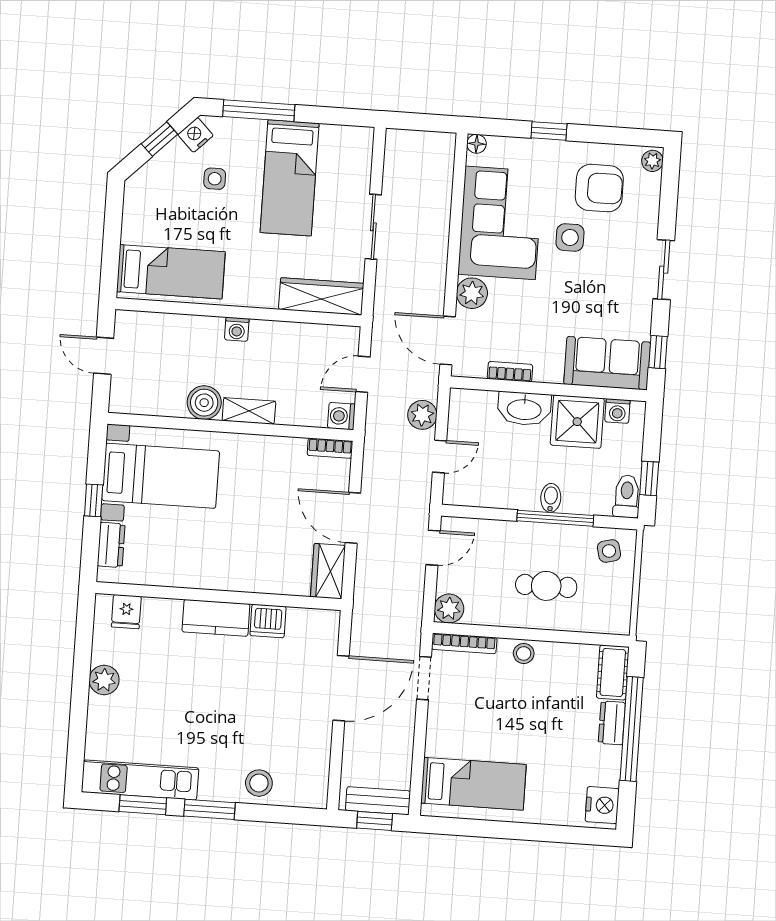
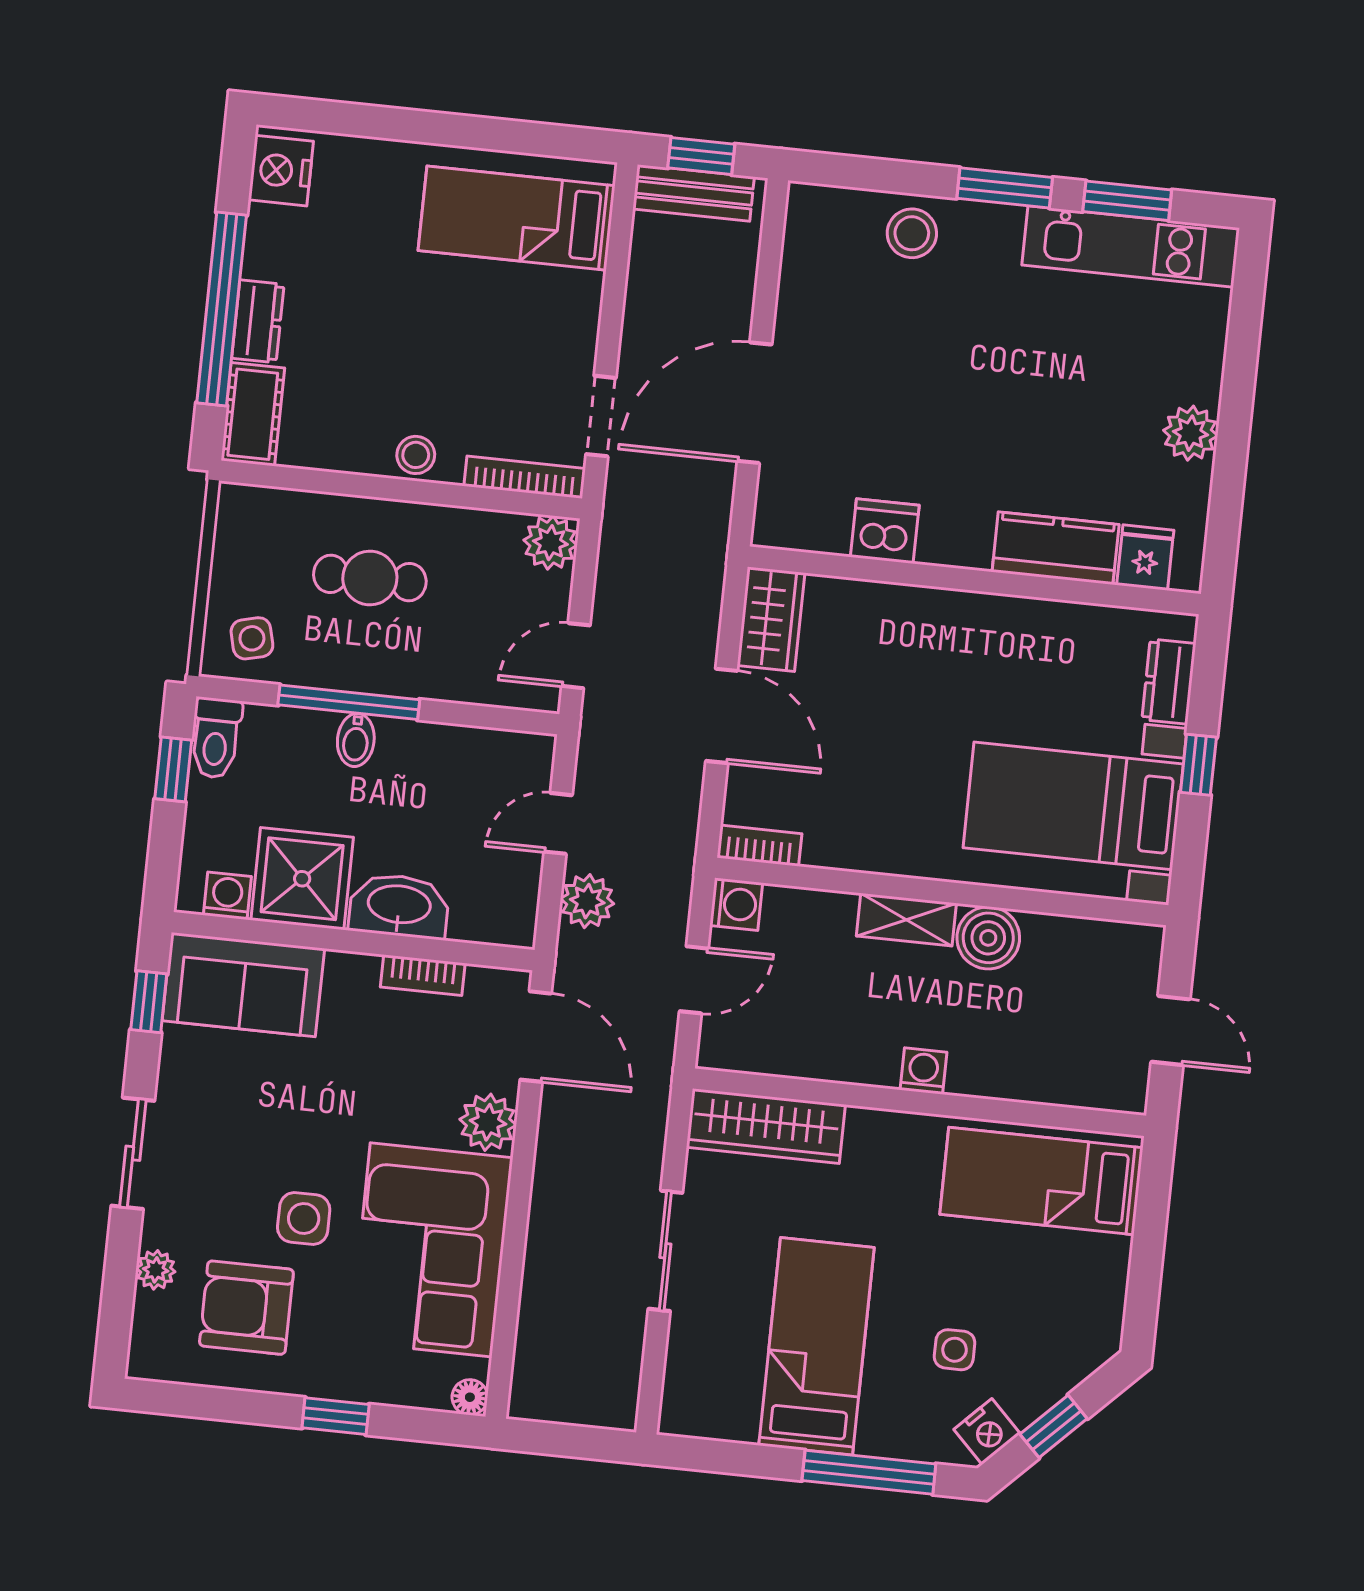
plant: (652, 161) -> (156, 1270), moved
kitchen counter: (216, 618) -> (1056, 548), moved

